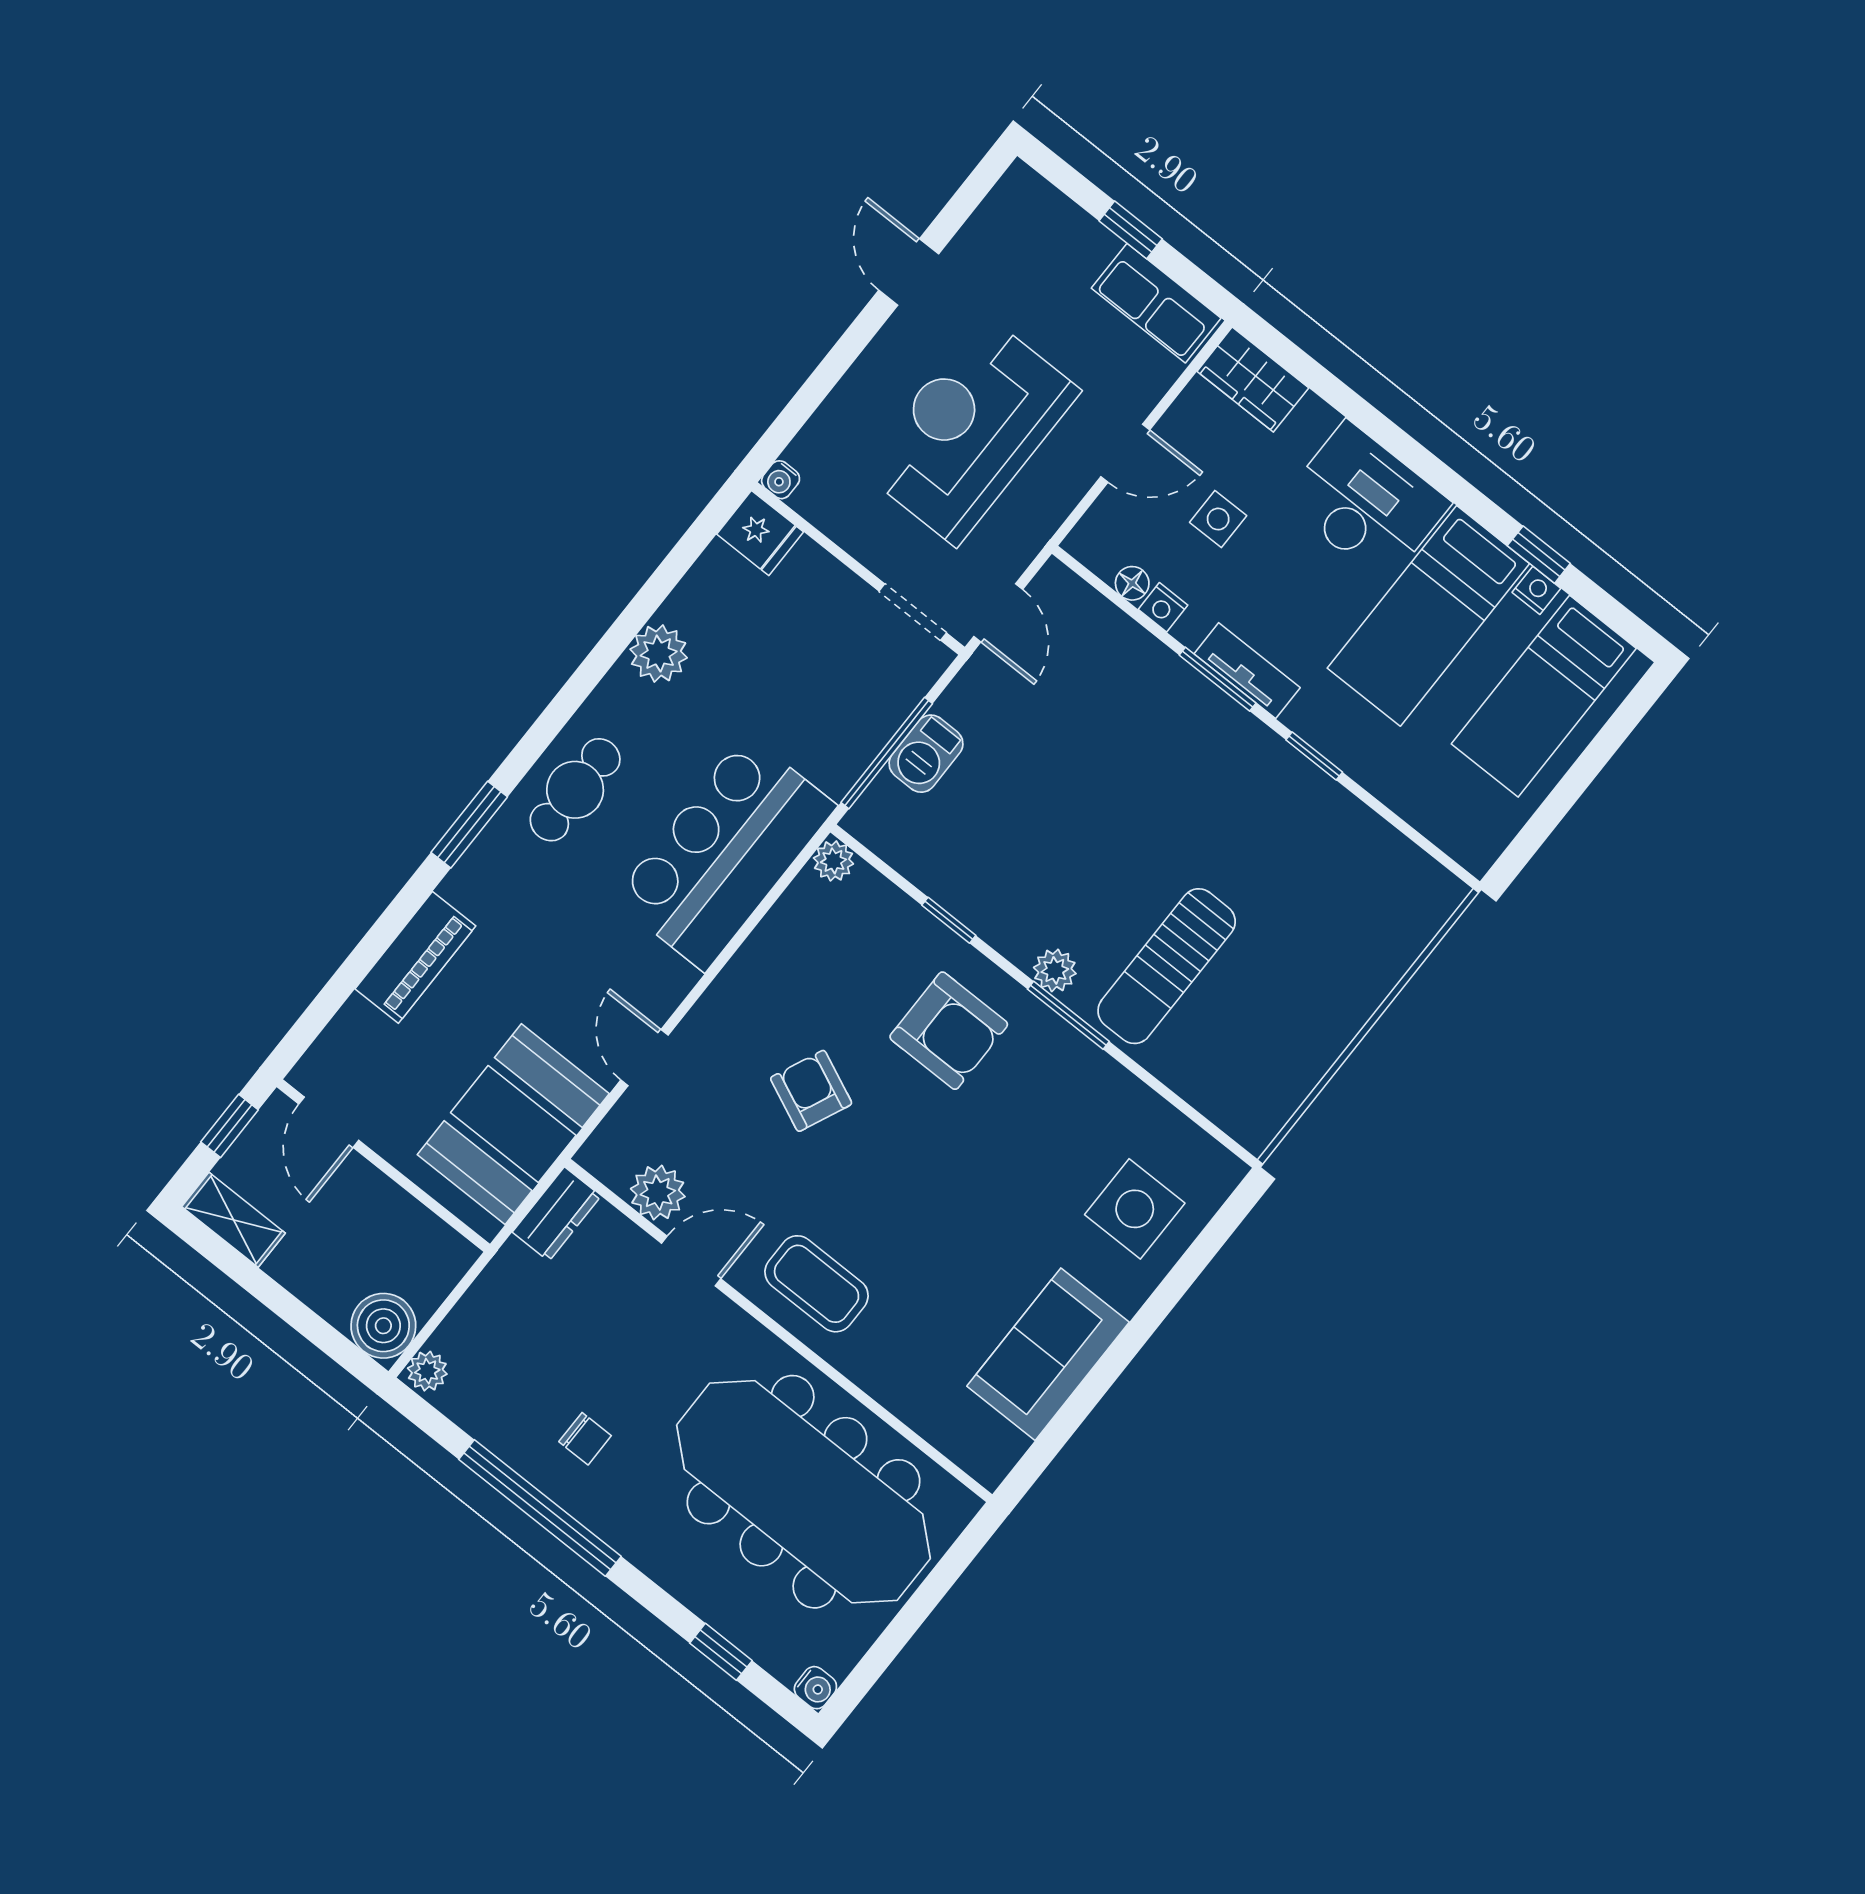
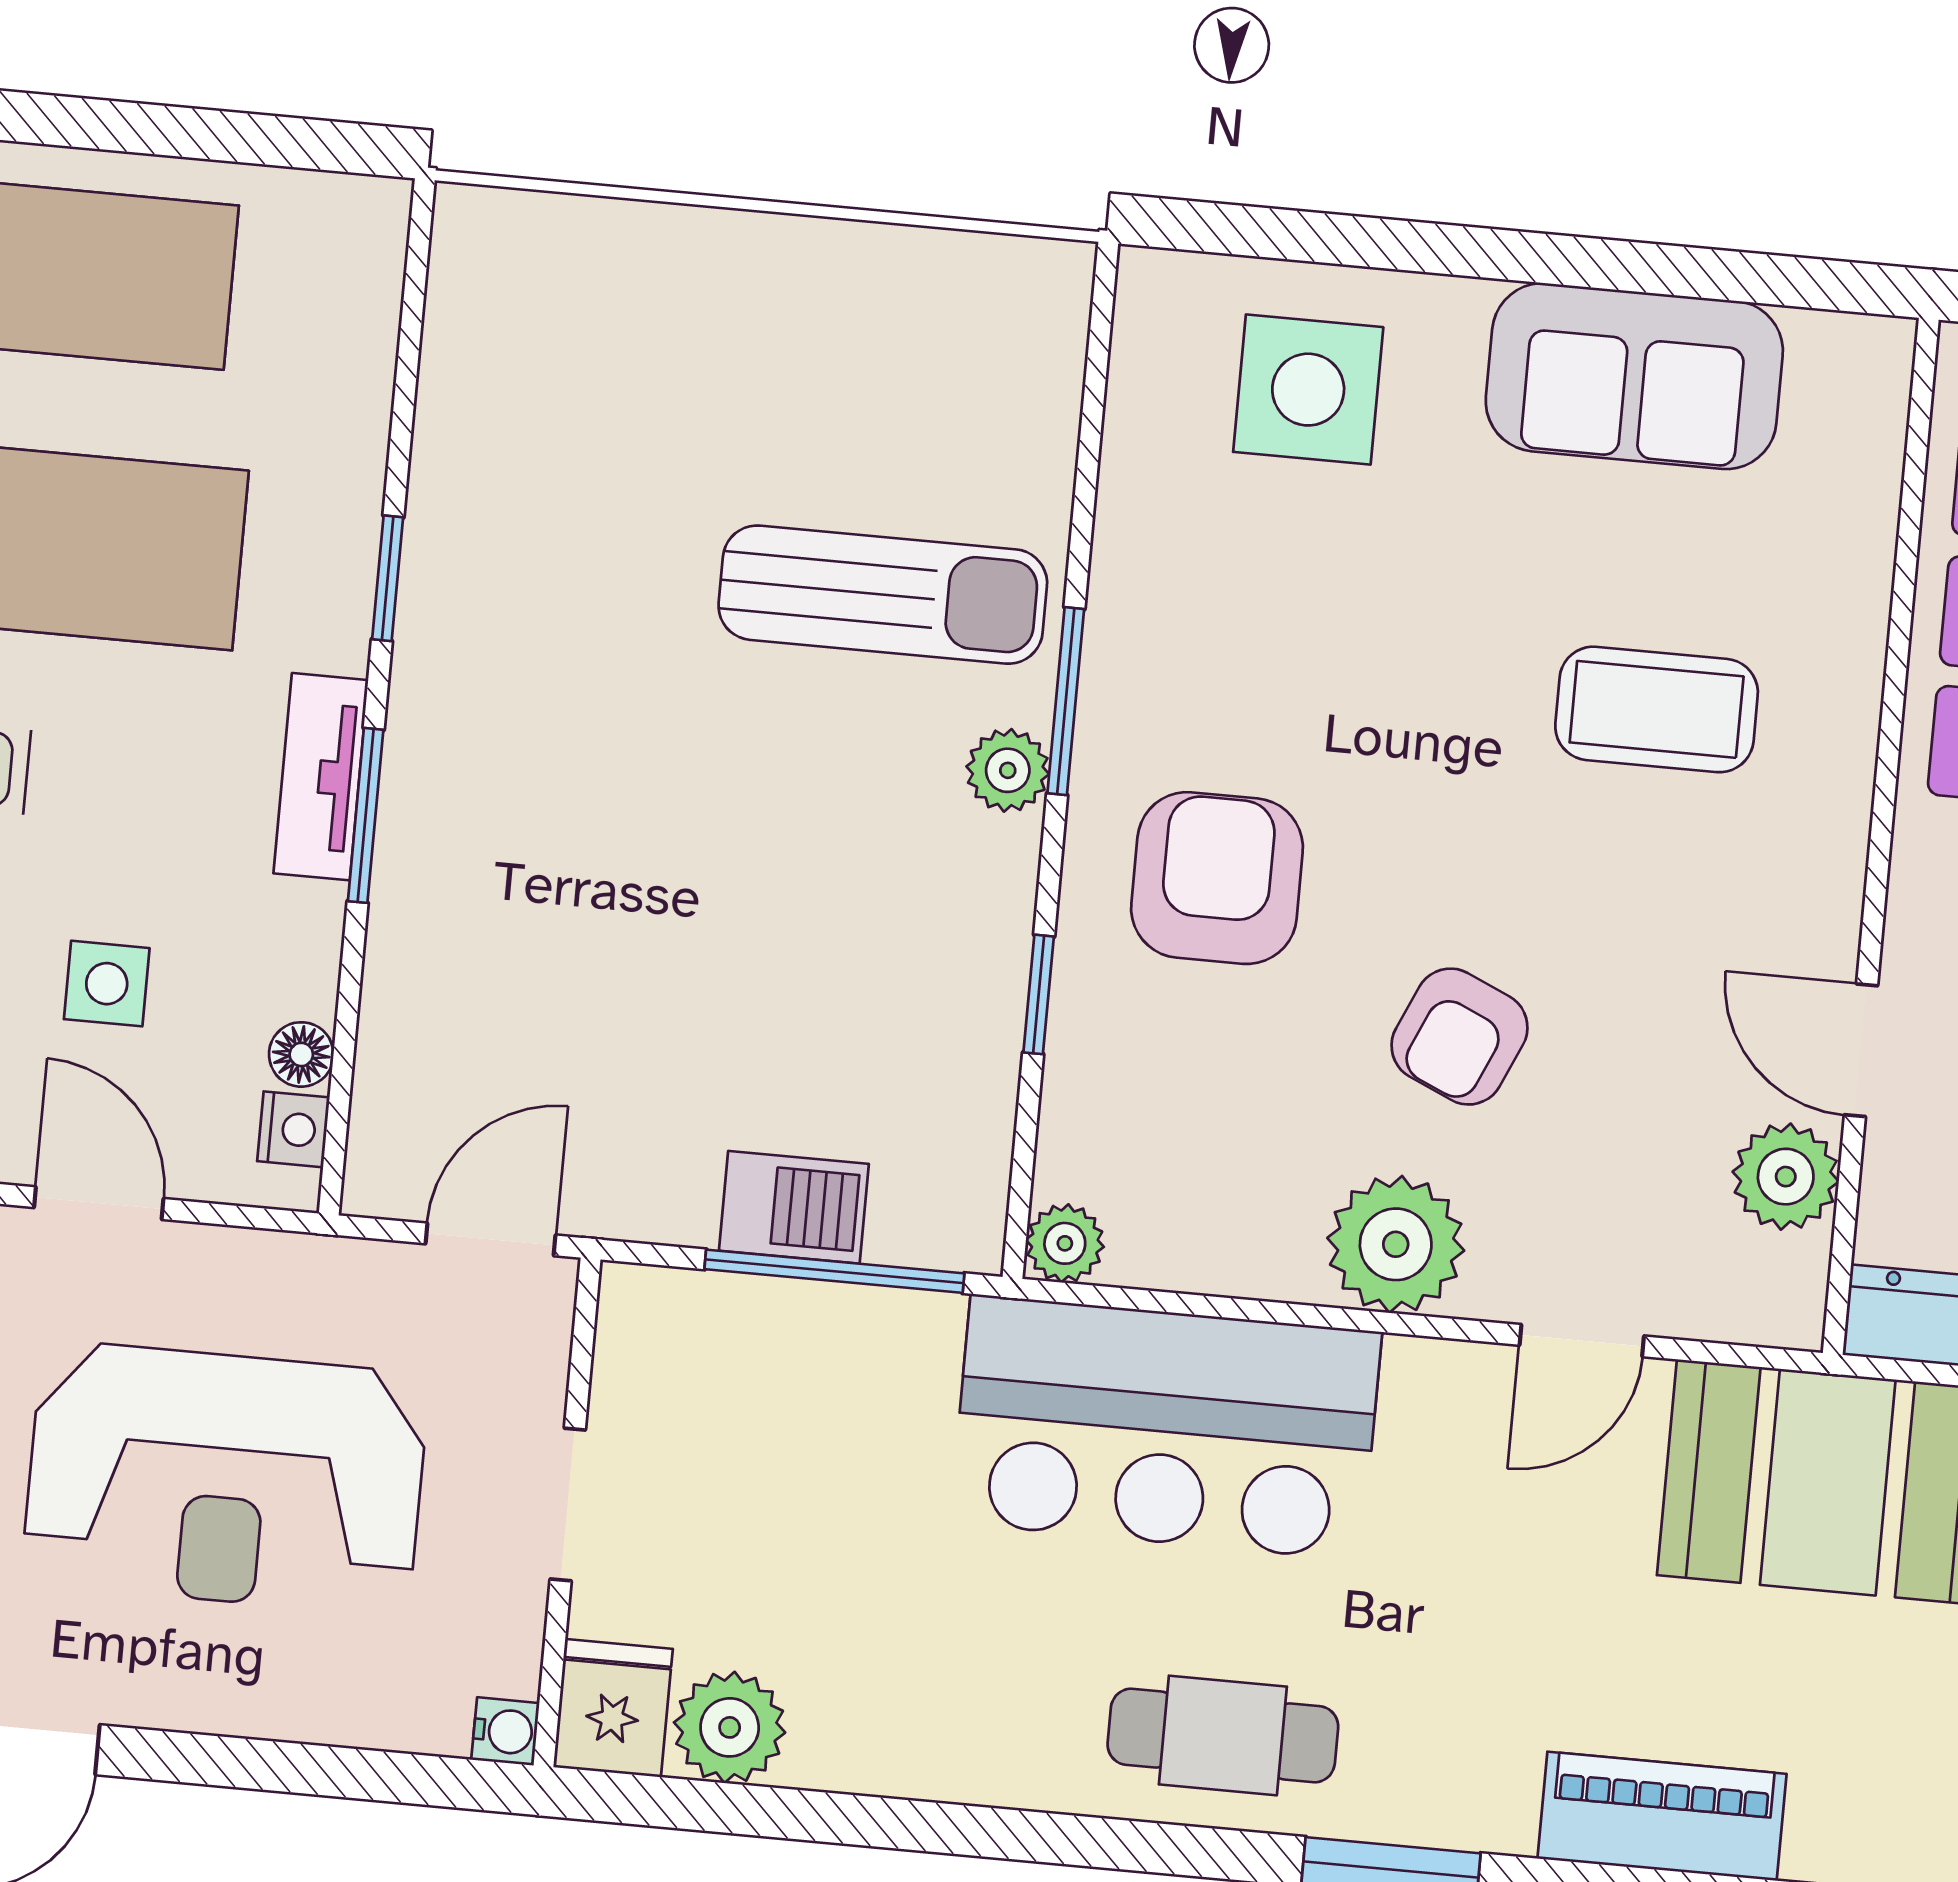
nightstand: (1163, 607) -> (293, 1129), moved
doorway: (913, 612) -> (568, 1504), moved
plant: (659, 654) -> (730, 1727), moved
plant: (739, 1004) -> (1396, 1244), added
coffee table: (817, 1284) -> (1657, 709), moved, turned 90

